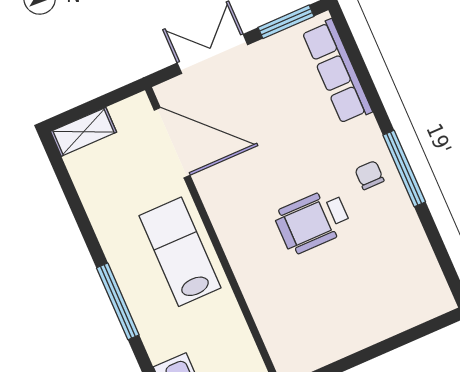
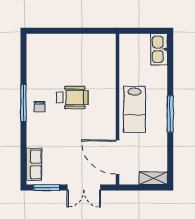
row of seats: (337, 72) -> (34, 164), width x0.68
window: (118, 301) -> (170, 114), moved

